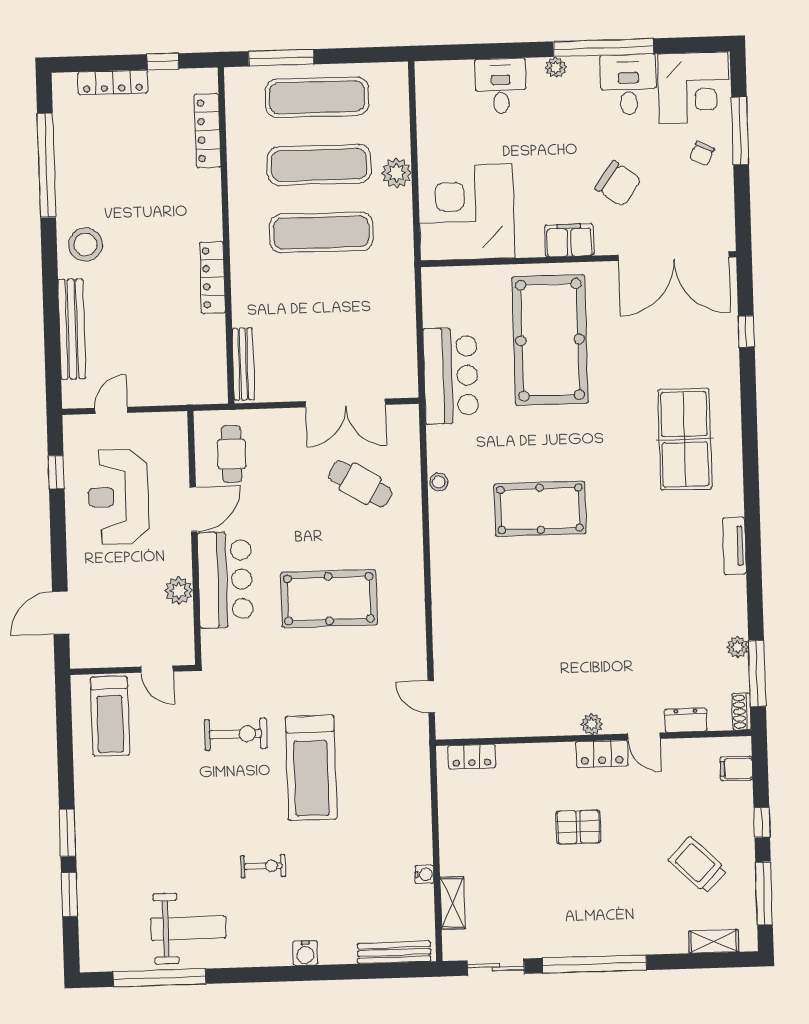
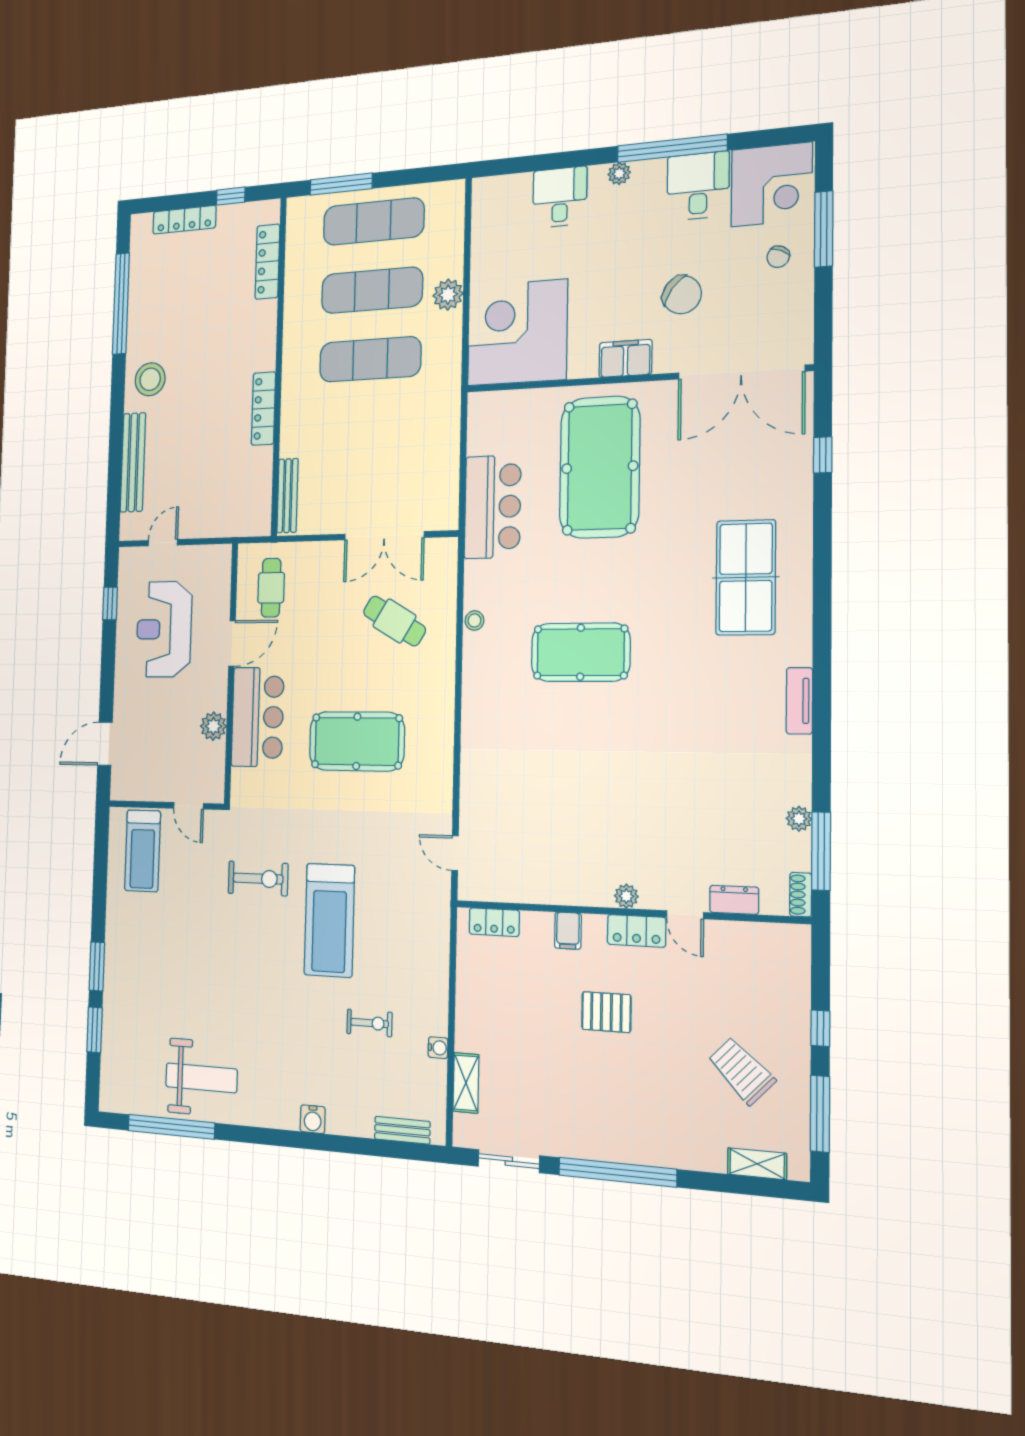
filing cabinet: (736, 769) -> (568, 931), moved, turned -90
exercise bike: (263, 866) -> (370, 1023), moved
bench: (394, 952) -> (402, 1130), width x0.73

